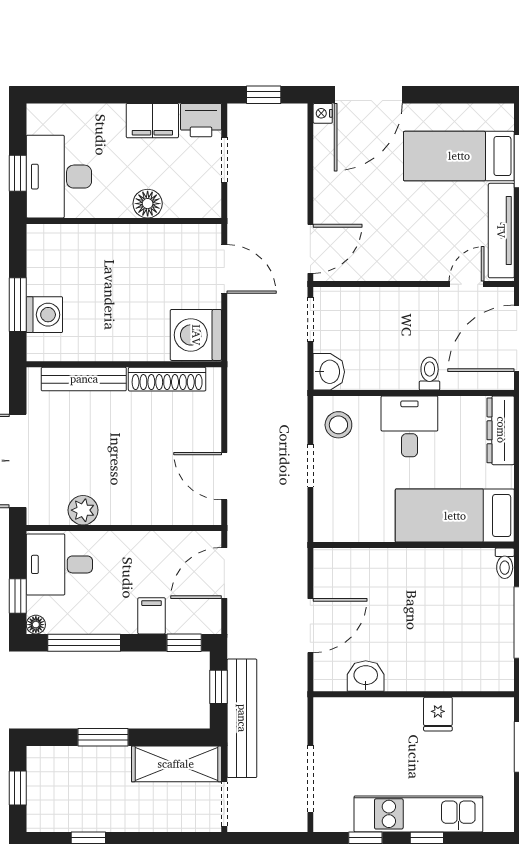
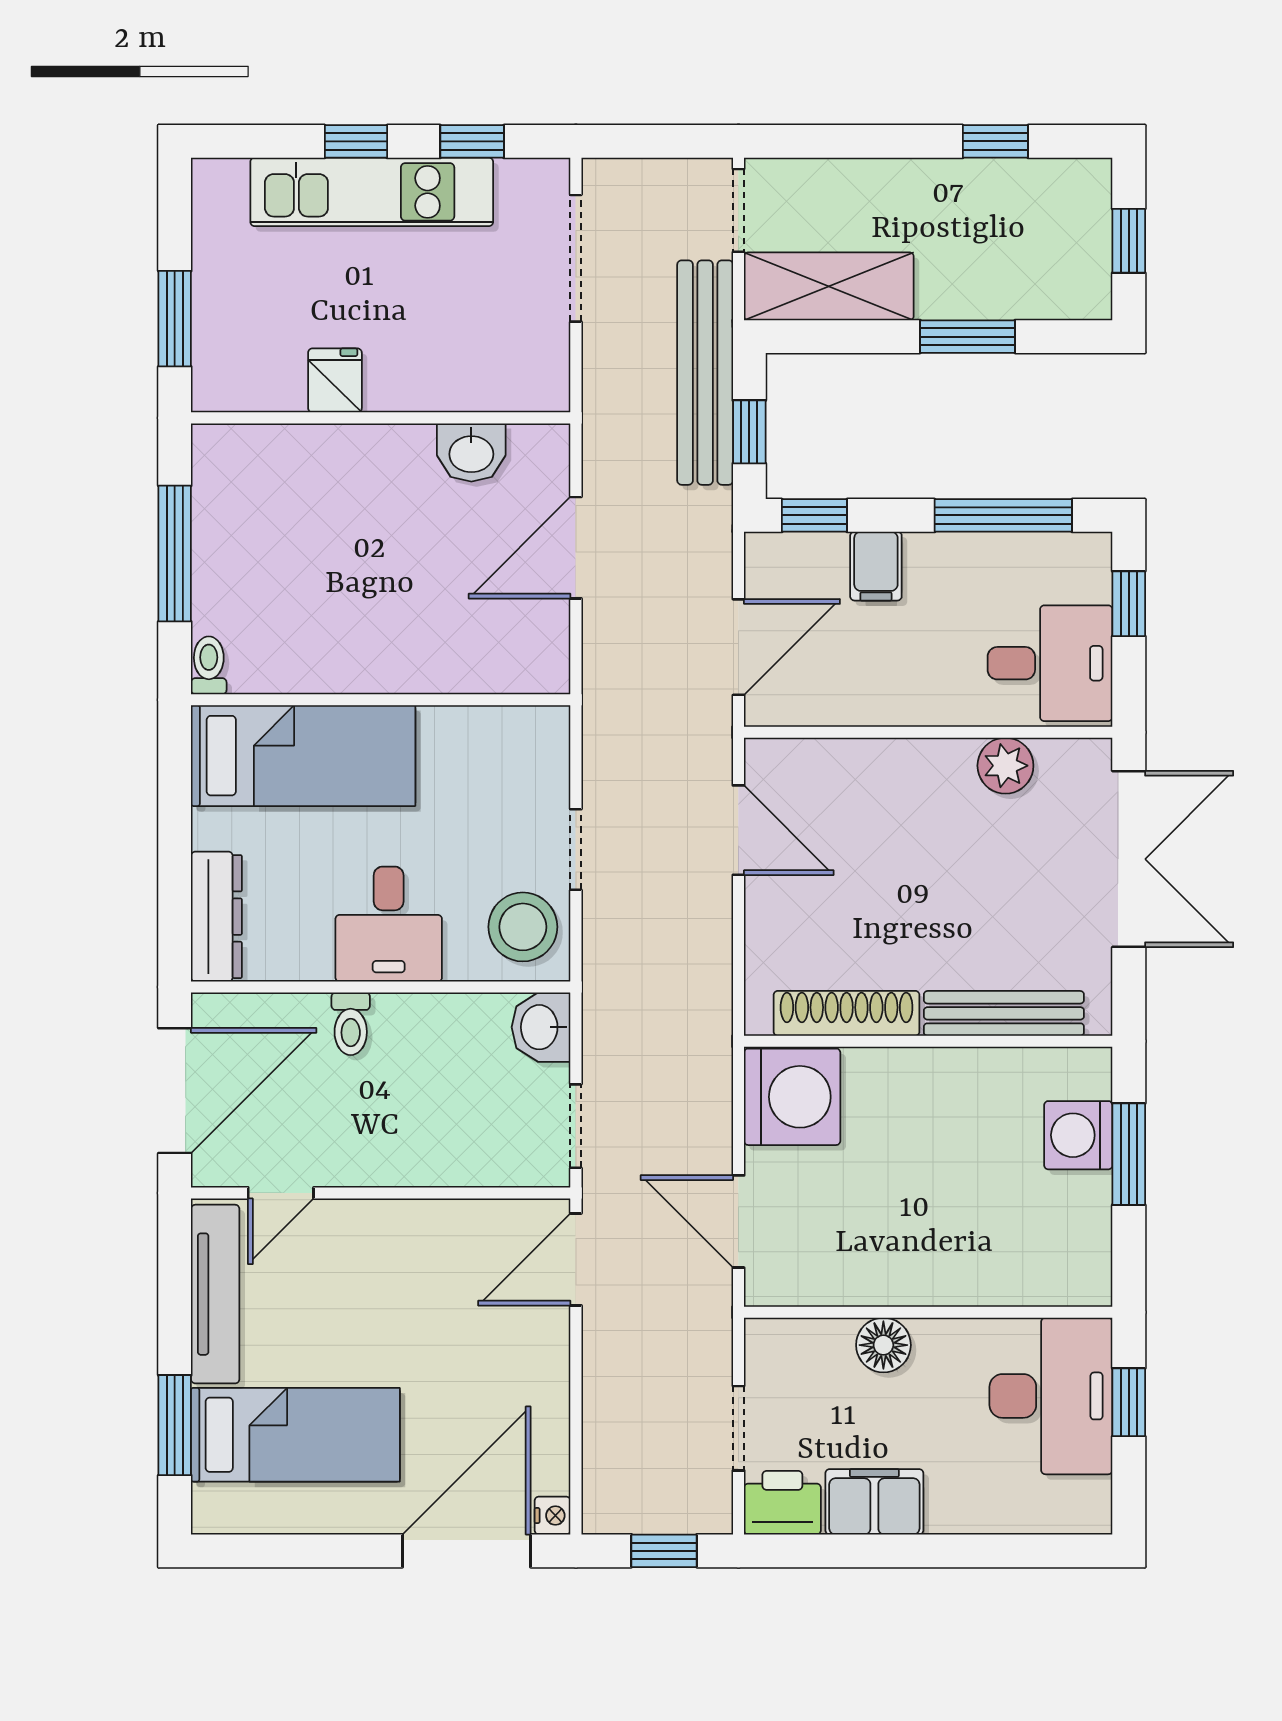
stool: (338, 425) -> (523, 927), width x1.38, depth x1.38
floor lamp: (36, 625) -> (1095, 550), removed

